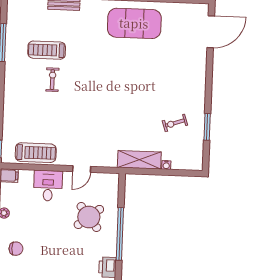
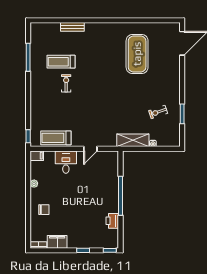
exercise mat: (134, 23) -> (137, 54), moved, turned 90
treadmill: (36, 153) -> (56, 138), turned 180
round table: (89, 217) -> (97, 184), removed

